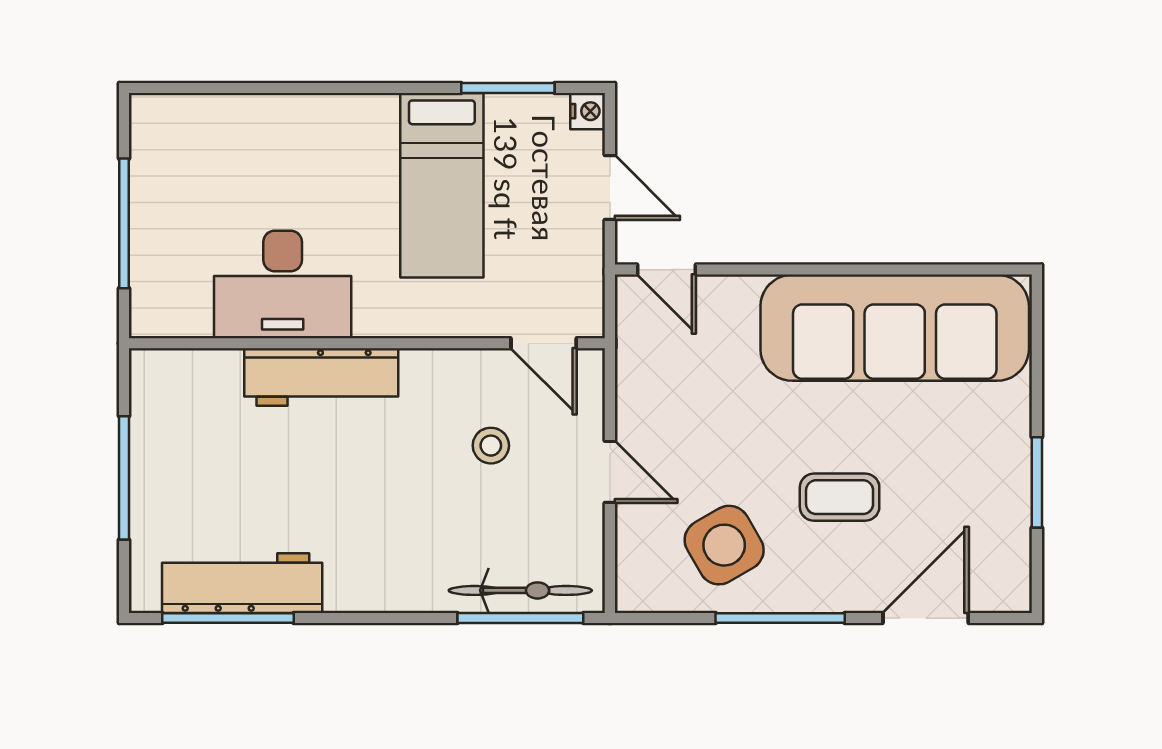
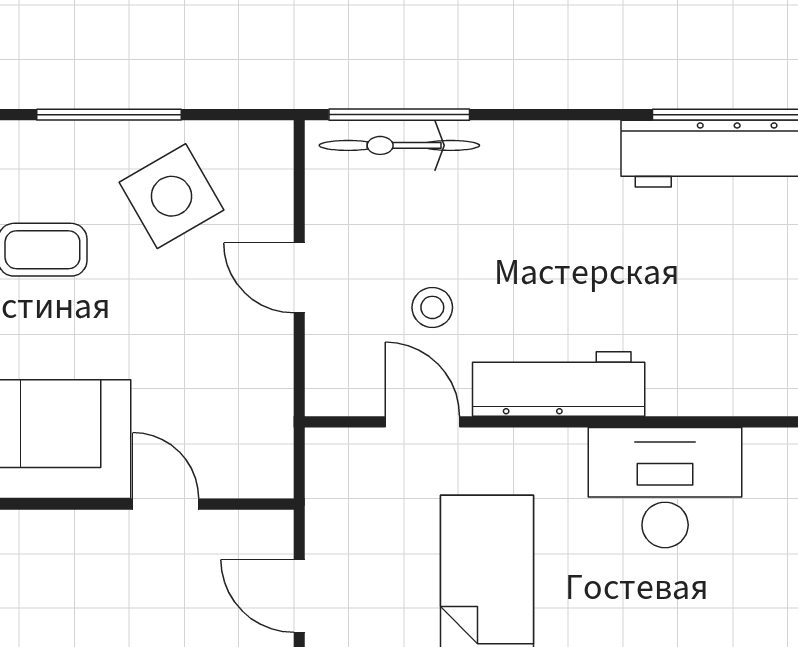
door: (666, 270) -> (166, 504), moved
door: (544, 343) -> (423, 422), moved
workbench: (321, 377) -> (559, 384), moved

